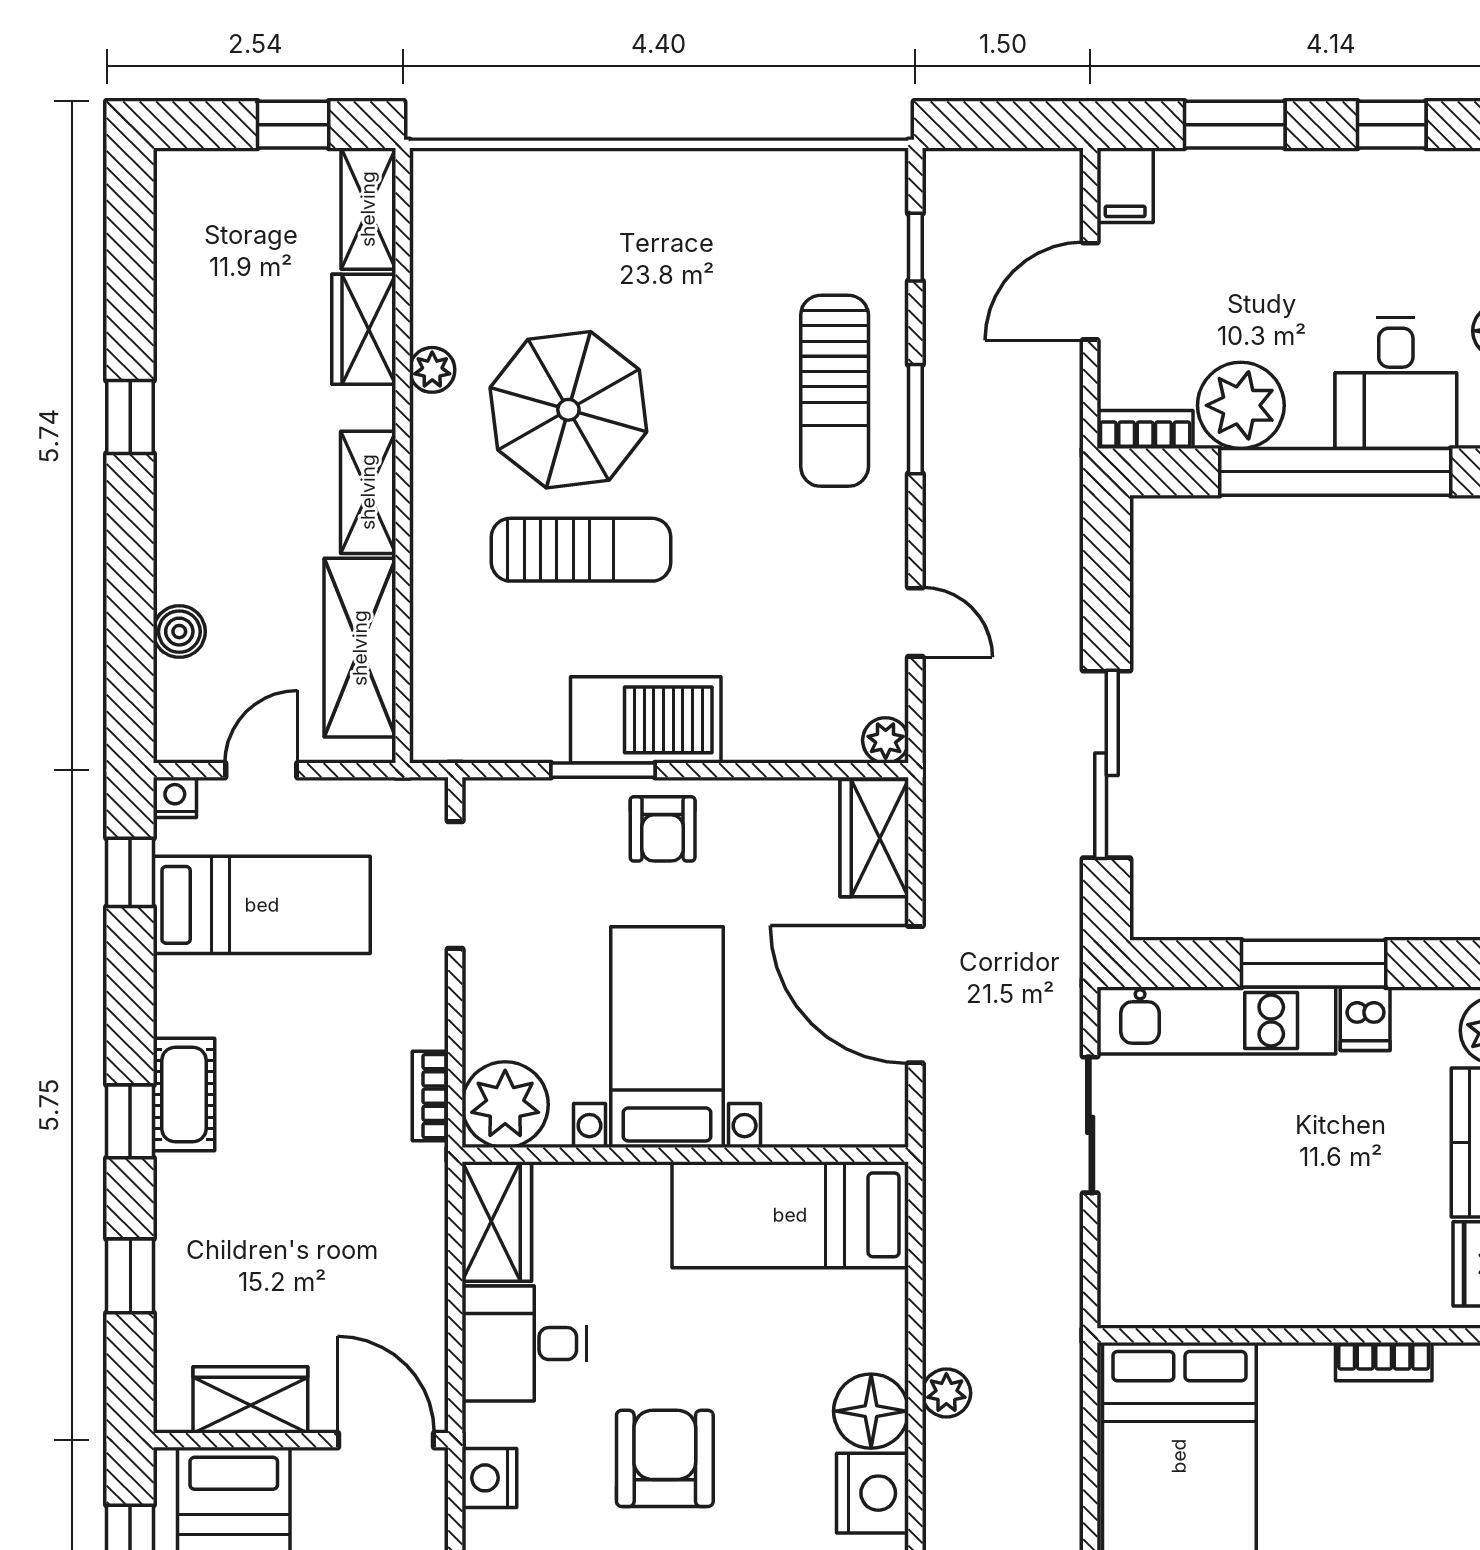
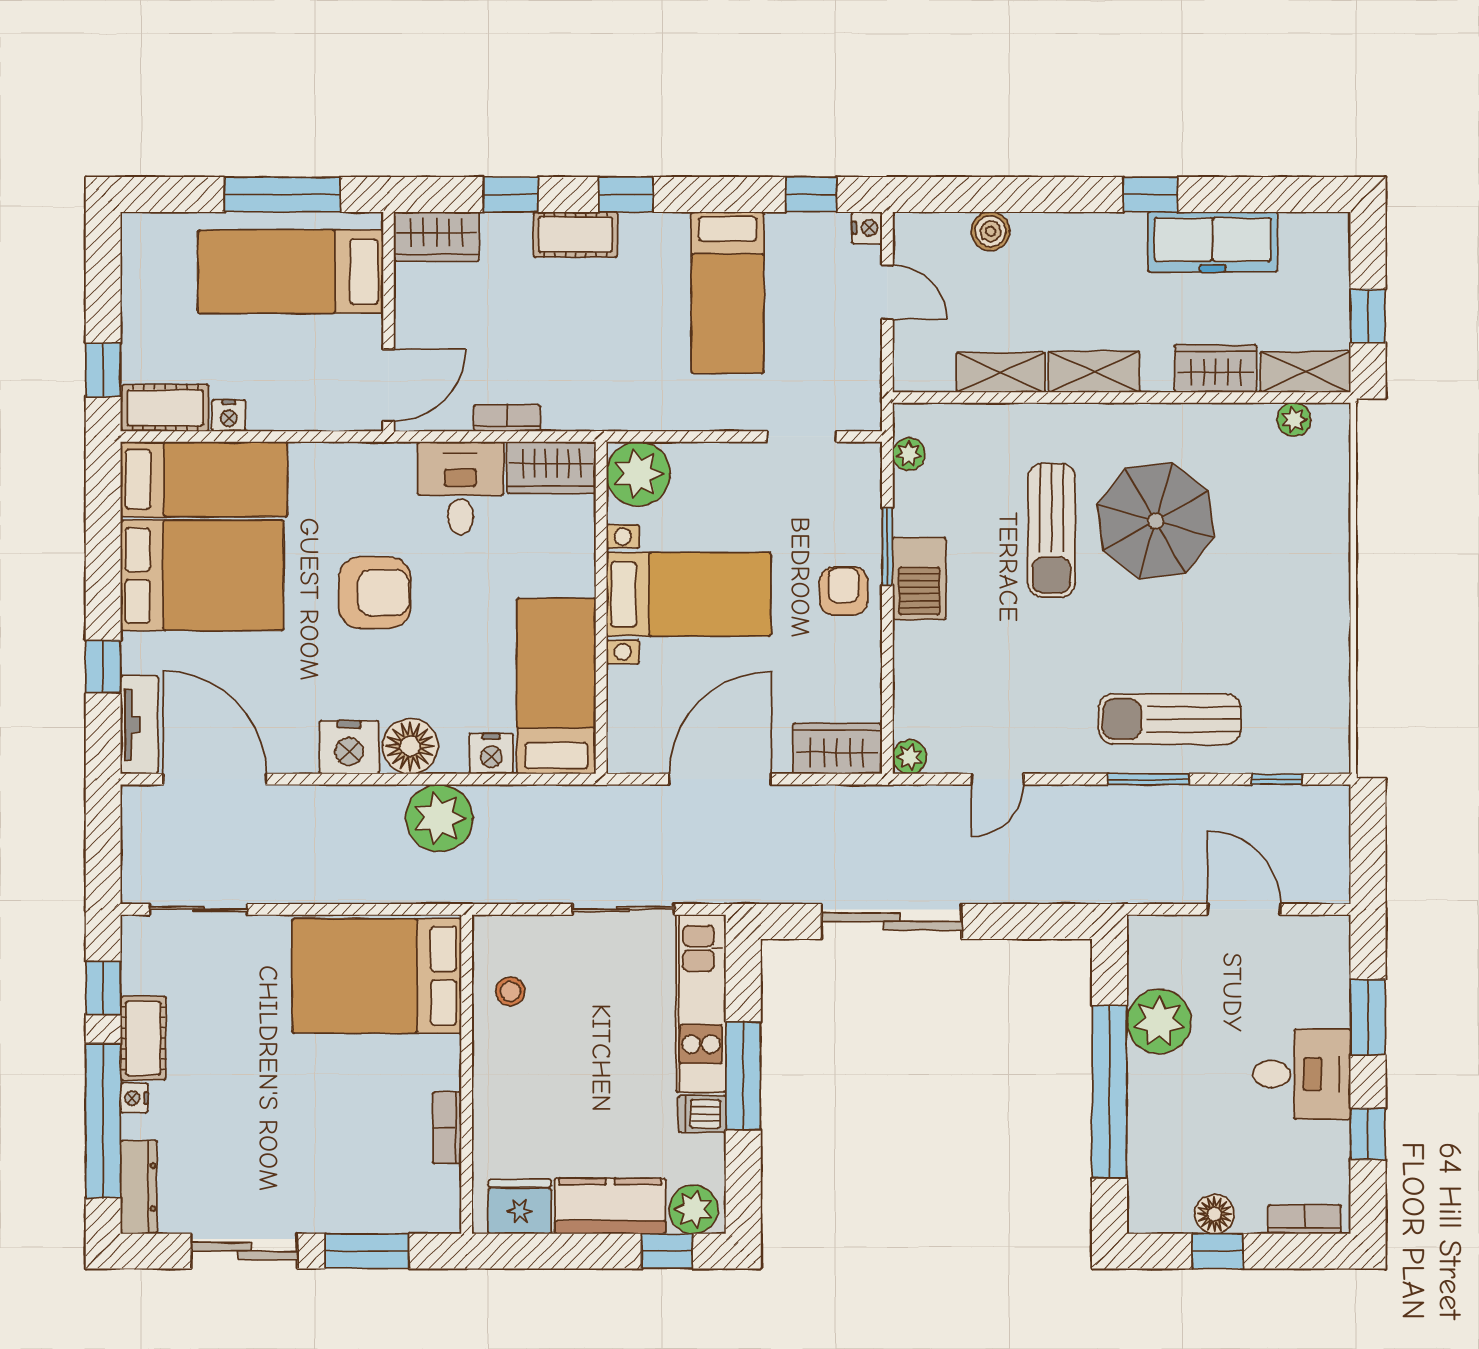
filing cabinet: (1125, 185) -> (1323, 935), removed
freezer: (194, 333) -> (1213, 242), added
plant: (432, 370) -> (1294, 419), moved
desk: (1396, 383) -> (1302, 1074), moved, turned 180
bookcase: (1145, 429) -> (1141, 950), removed
shelving: (360, 648) -> (1001, 372), width x0.67, depth x0.75
barbecue: (646, 720) -> (919, 578), width x0.73, depth x0.83
plant: (479, 741) -> (909, 454), added
armchair: (663, 829) -> (844, 591), turned 90
doorway: (455, 885) -> (802, 437), width x0.73
bed: (262, 905) -> (728, 293), moved
cot: (184, 1094) -> (575, 235), moved
bookcase: (430, 1096) -> (507, 418), moved
stool: (1200, 1277) -> (510, 991), added
plant: (946, 1393) -> (439, 818), width x1.87, depth x1.87
wardrobe: (250, 1400) -> (436, 237), moved, turned 90
nightstand: (489, 1478) -> (491, 754), moved, turned 180

